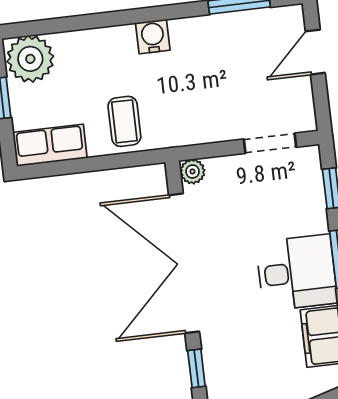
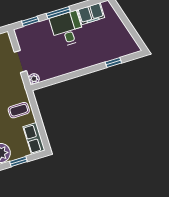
doorway: (270, 143) -> (20, 61), moved
double door: (184, 263) -> (72, 75), removed

